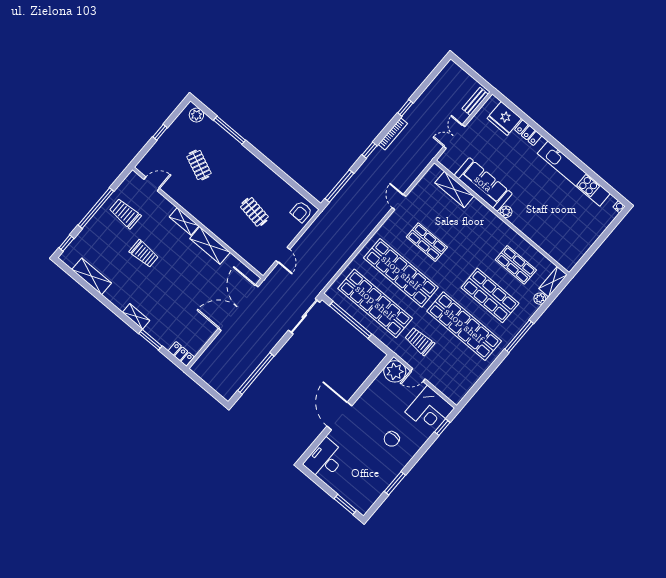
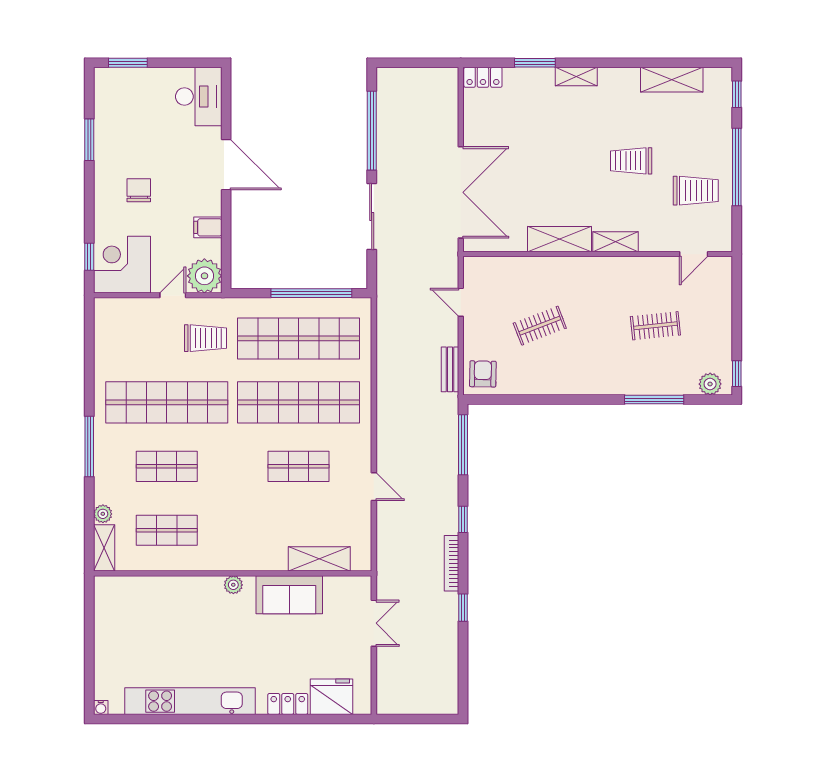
bench: (475, 101) -> (450, 369), moved
window: (160, 132) -> (737, 374), moved
clothes rail: (199, 165) -> (655, 326), turned -30
sofa: (483, 184) -> (289, 595), width x0.73
clothes rail: (254, 212) -> (540, 326), turned -30
shop shelf: (490, 295) -> (167, 466), width x0.70, depth x0.74
sliding door: (304, 316) -> (372, 217), moved
filing cabinet: (374, 393) -> (208, 227), added

